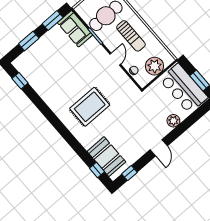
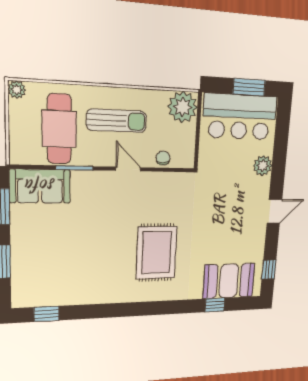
plant: (154, 66) -> (183, 107), moved
door: (159, 148) -> (274, 211), hinge flipped
window: (97, 170) -> (215, 305), moved

